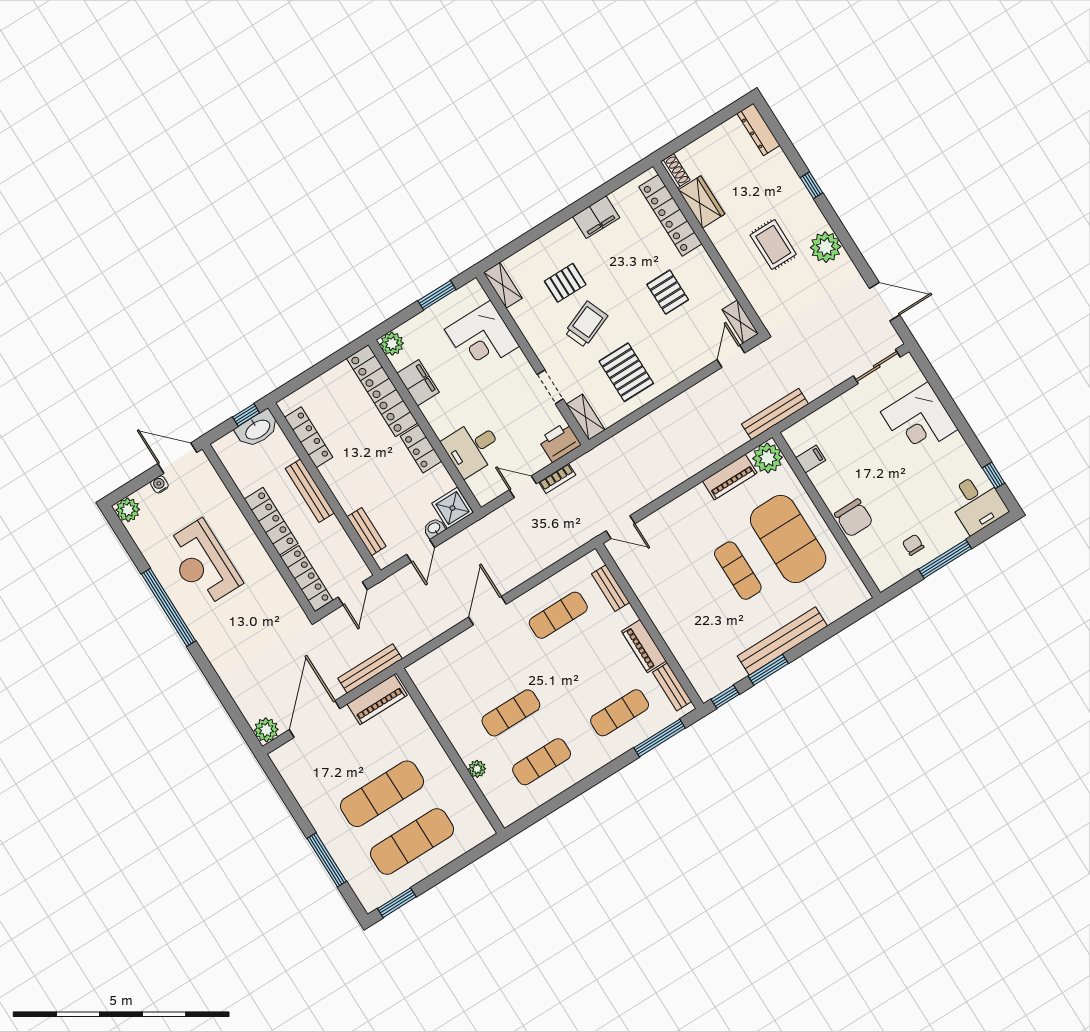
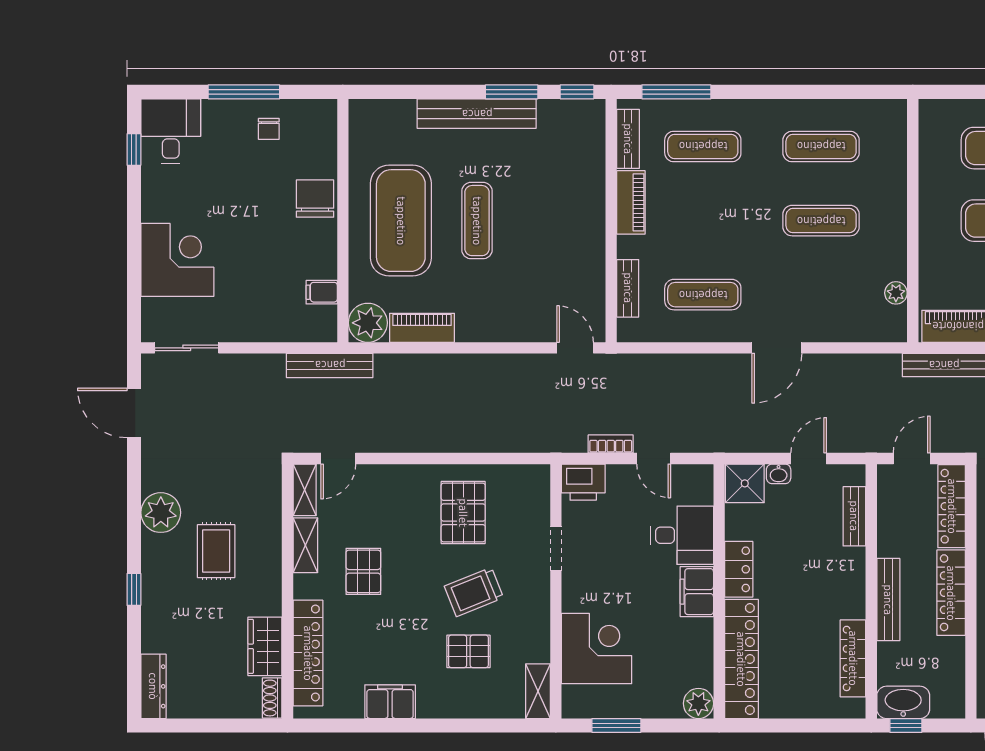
filing cabinet: (418, 383) -> (697, 592), moved
shelving: (586, 417) -> (305, 545), moved
plant: (477, 769) -> (896, 293), moved

